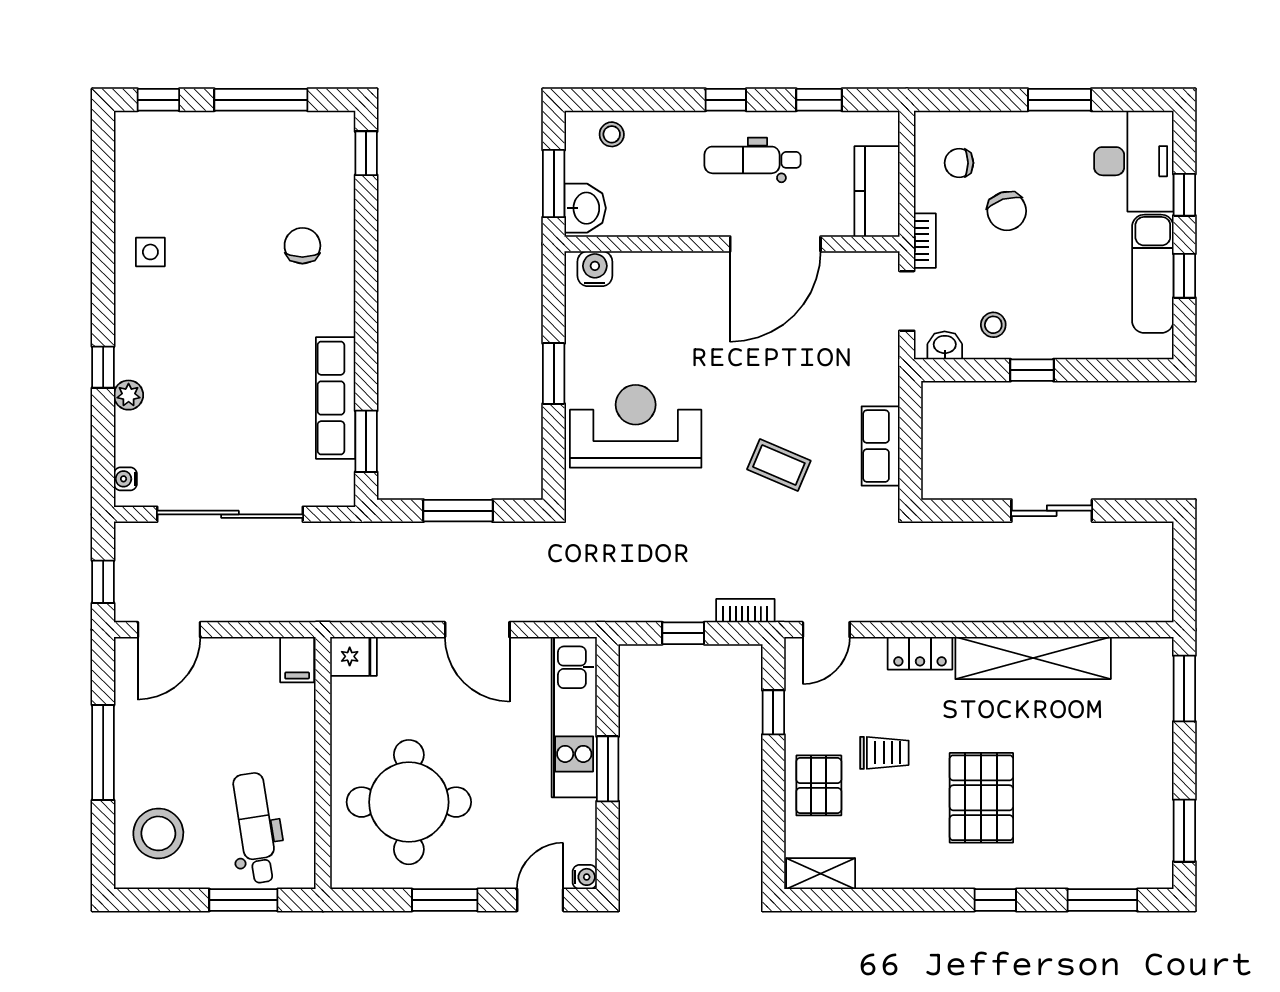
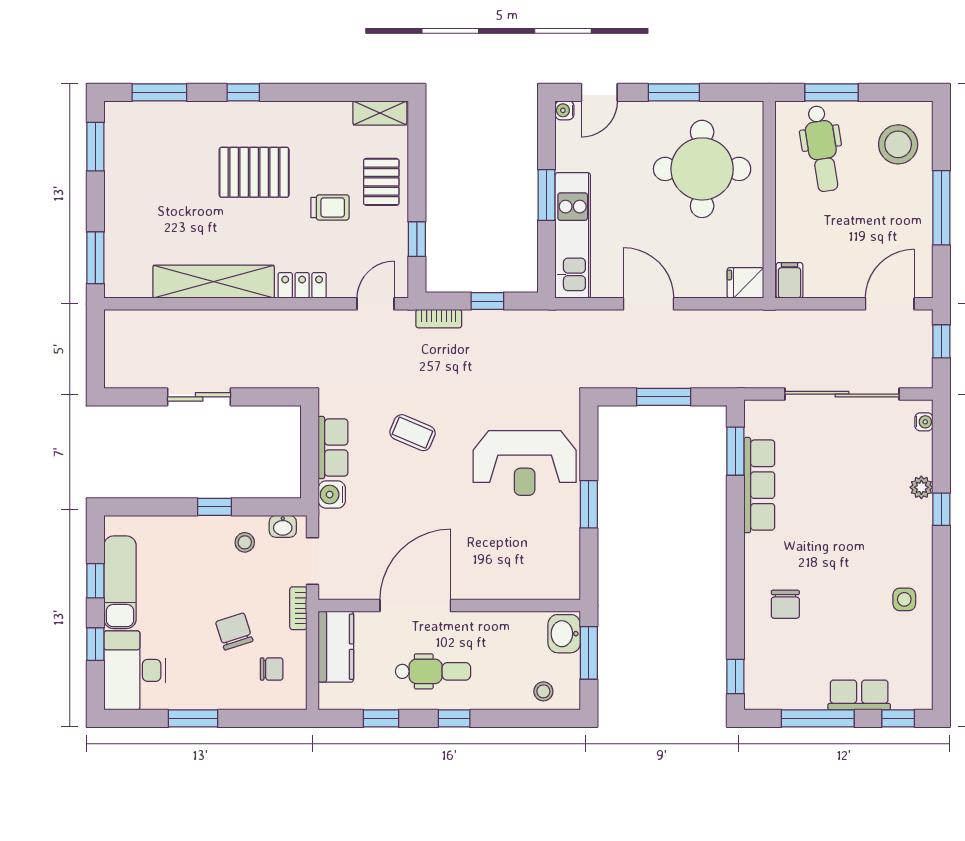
row of seats: (208, 130) -> (859, 695), added
water cooler: (595, 269) -> (332, 495), moved, turned 90
trolley: (884, 753) -> (330, 207), turned 180
pallet: (981, 798) -> (254, 172), turned 90

